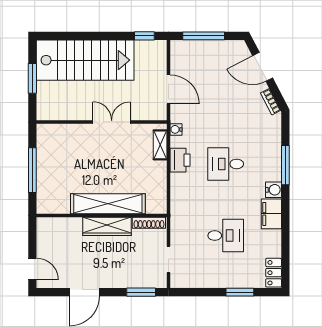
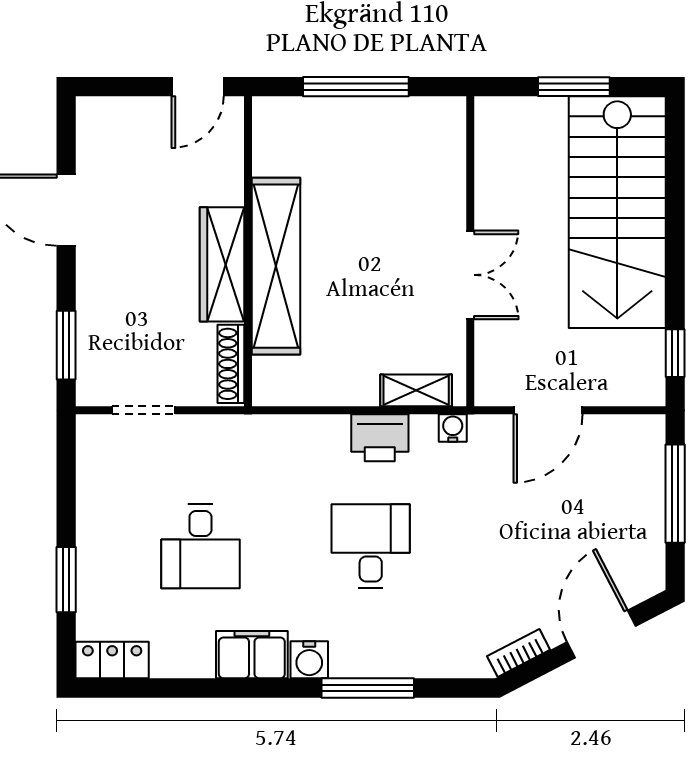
door: (32, 269) -> (198, 87), moved

